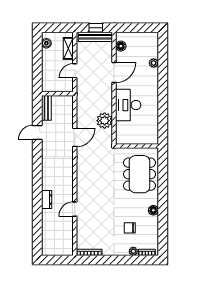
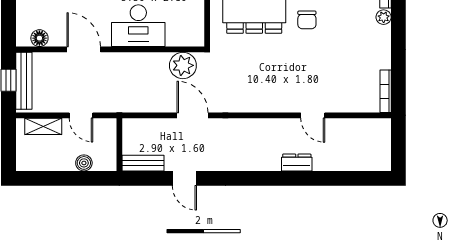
boiler: (46, 43) -> (84, 163), moved
plant: (105, 121) -> (183, 65), moved
chair: (130, 228) -> (307, 20), moved

